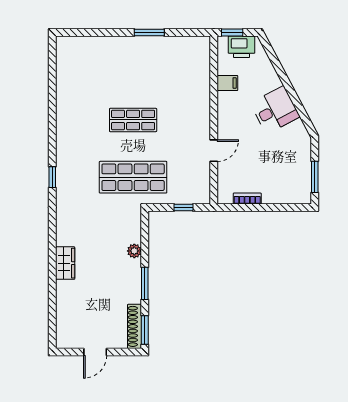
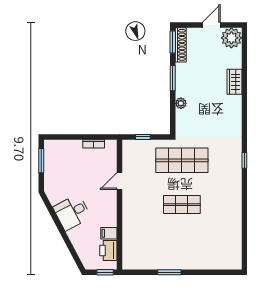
printer: (241, 47) -> (108, 250), moved, turned -90
wardrobe: (65, 263) -> (234, 82), moved
plant: (69, 335) -> (231, 38), added

